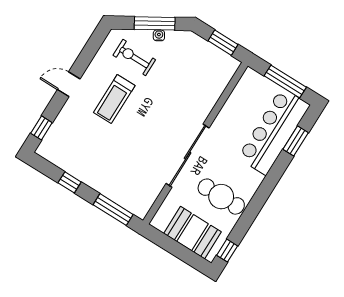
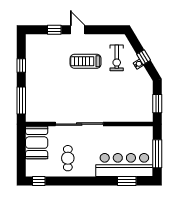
window: (155, 23) -> (144, 57), width x0.46
exercise bike: (134, 57) -> (117, 58), turned 180
window: (41, 128) -> (54, 30), moved
cafe table: (221, 197) -> (68, 158), width x0.73, depth x0.74
booth: (193, 233) -> (37, 143), moved

